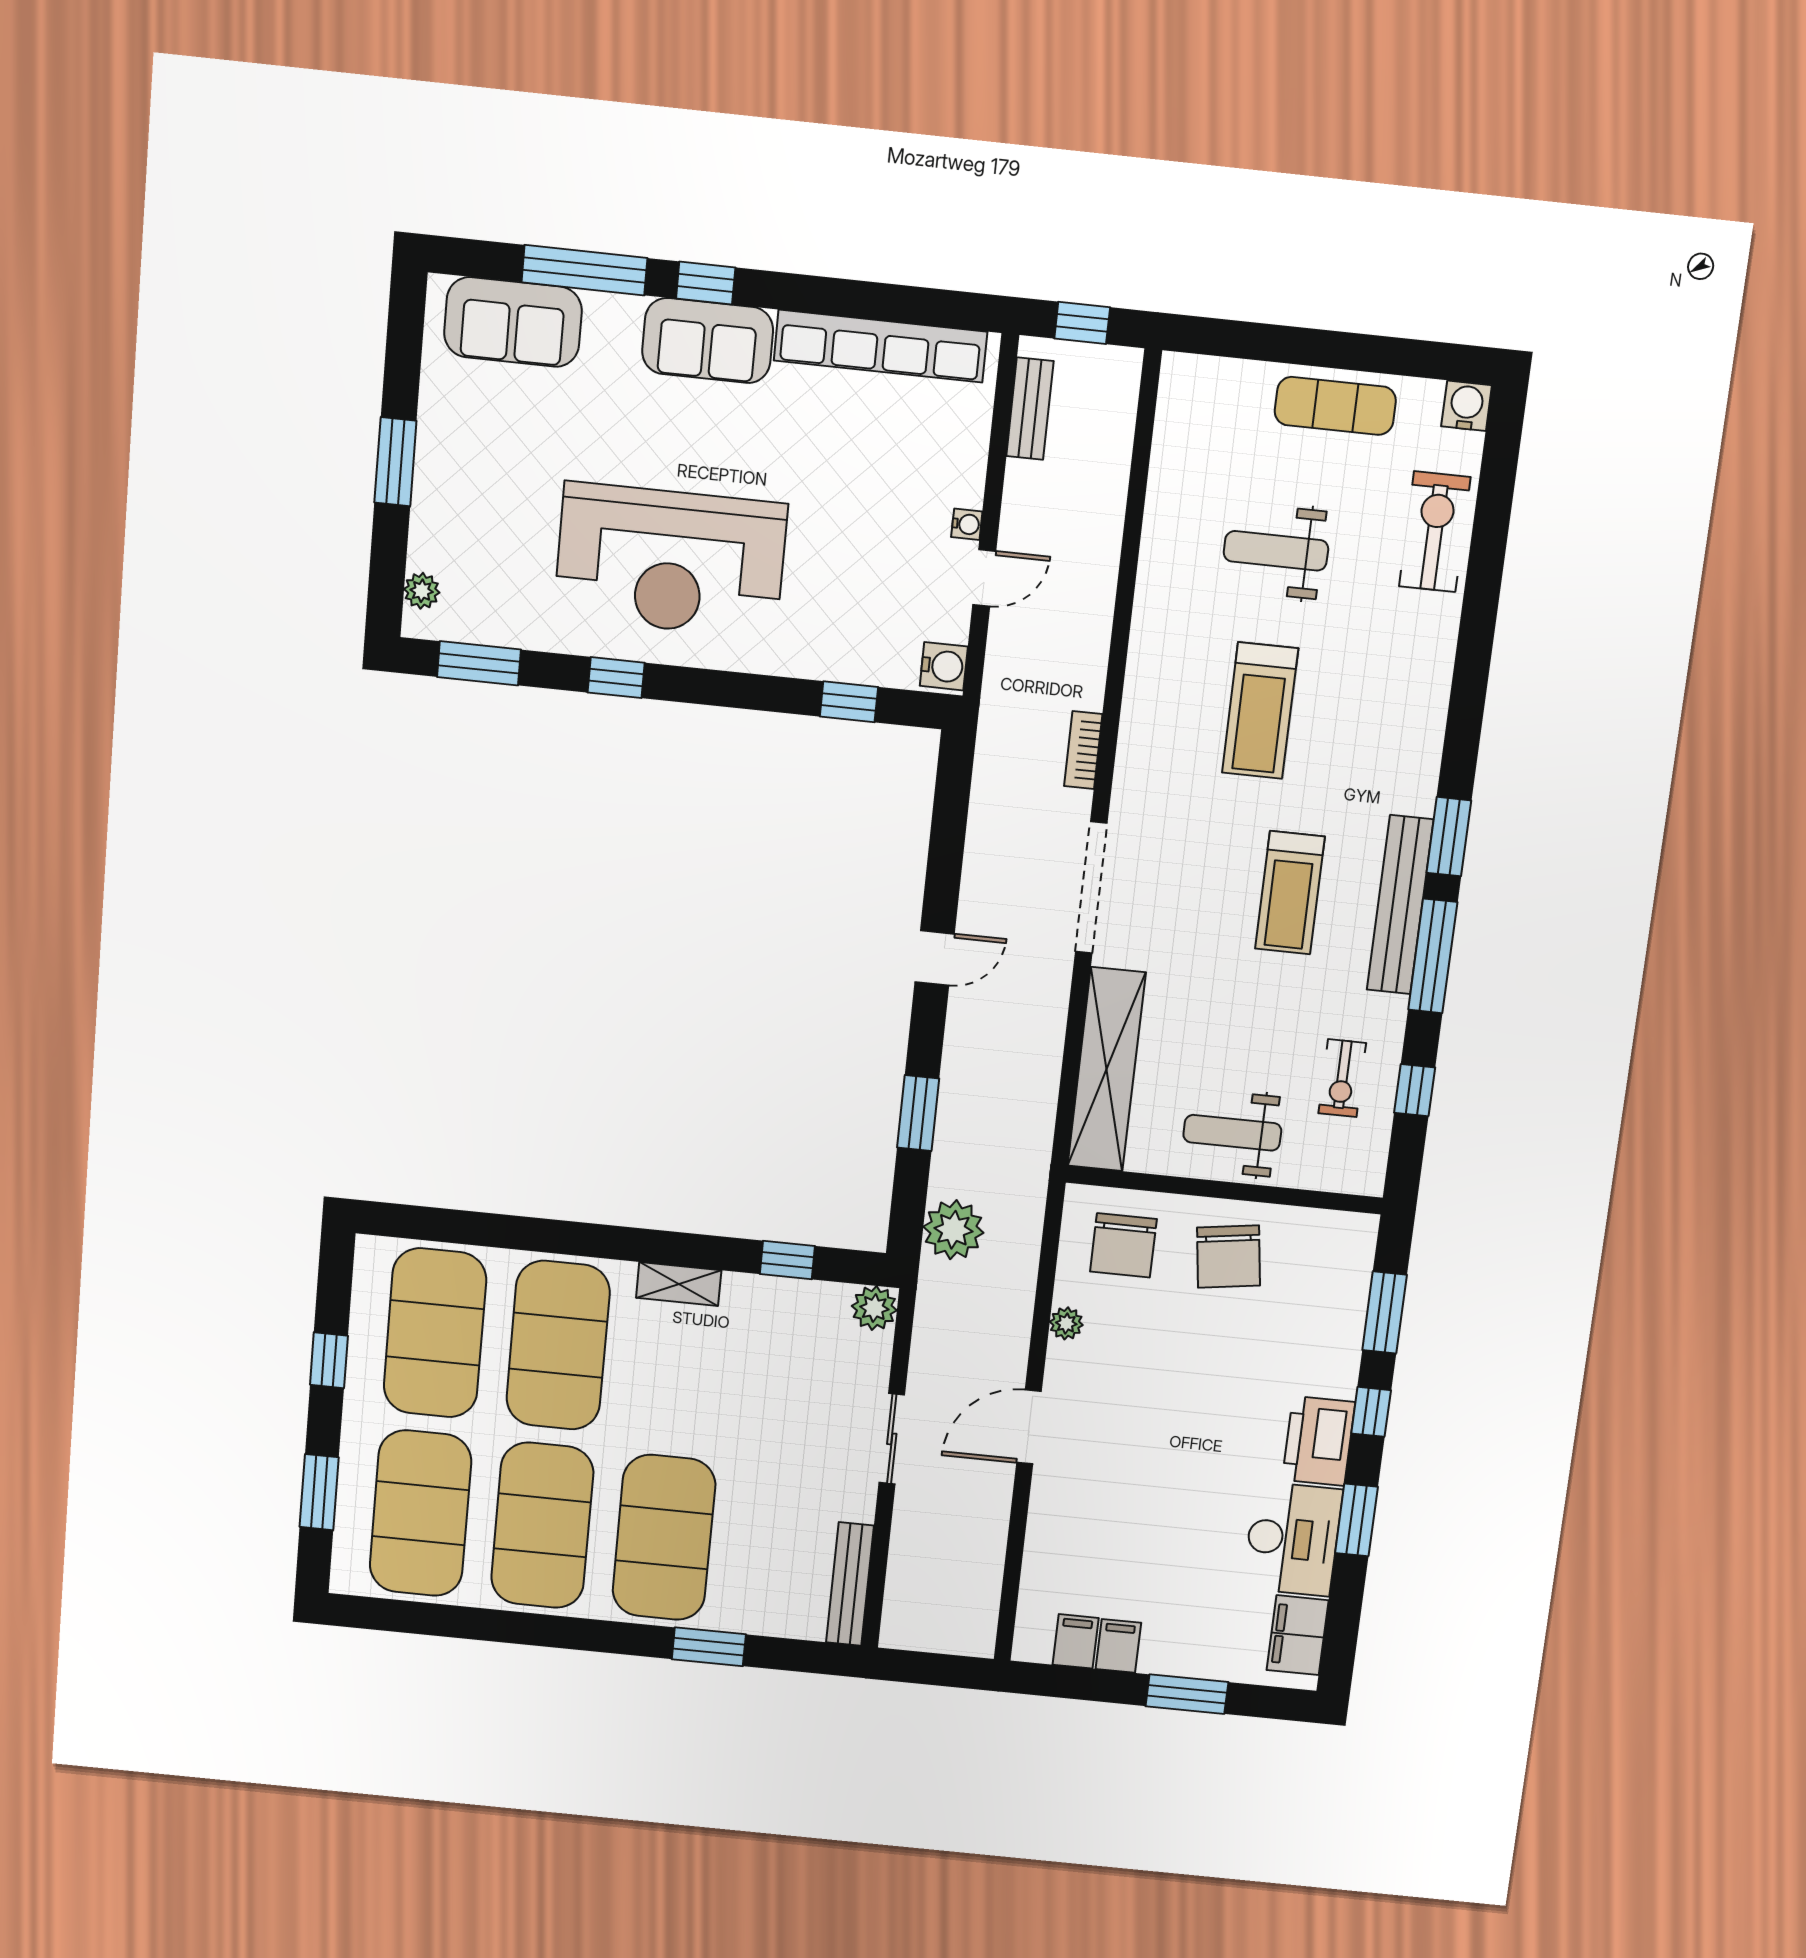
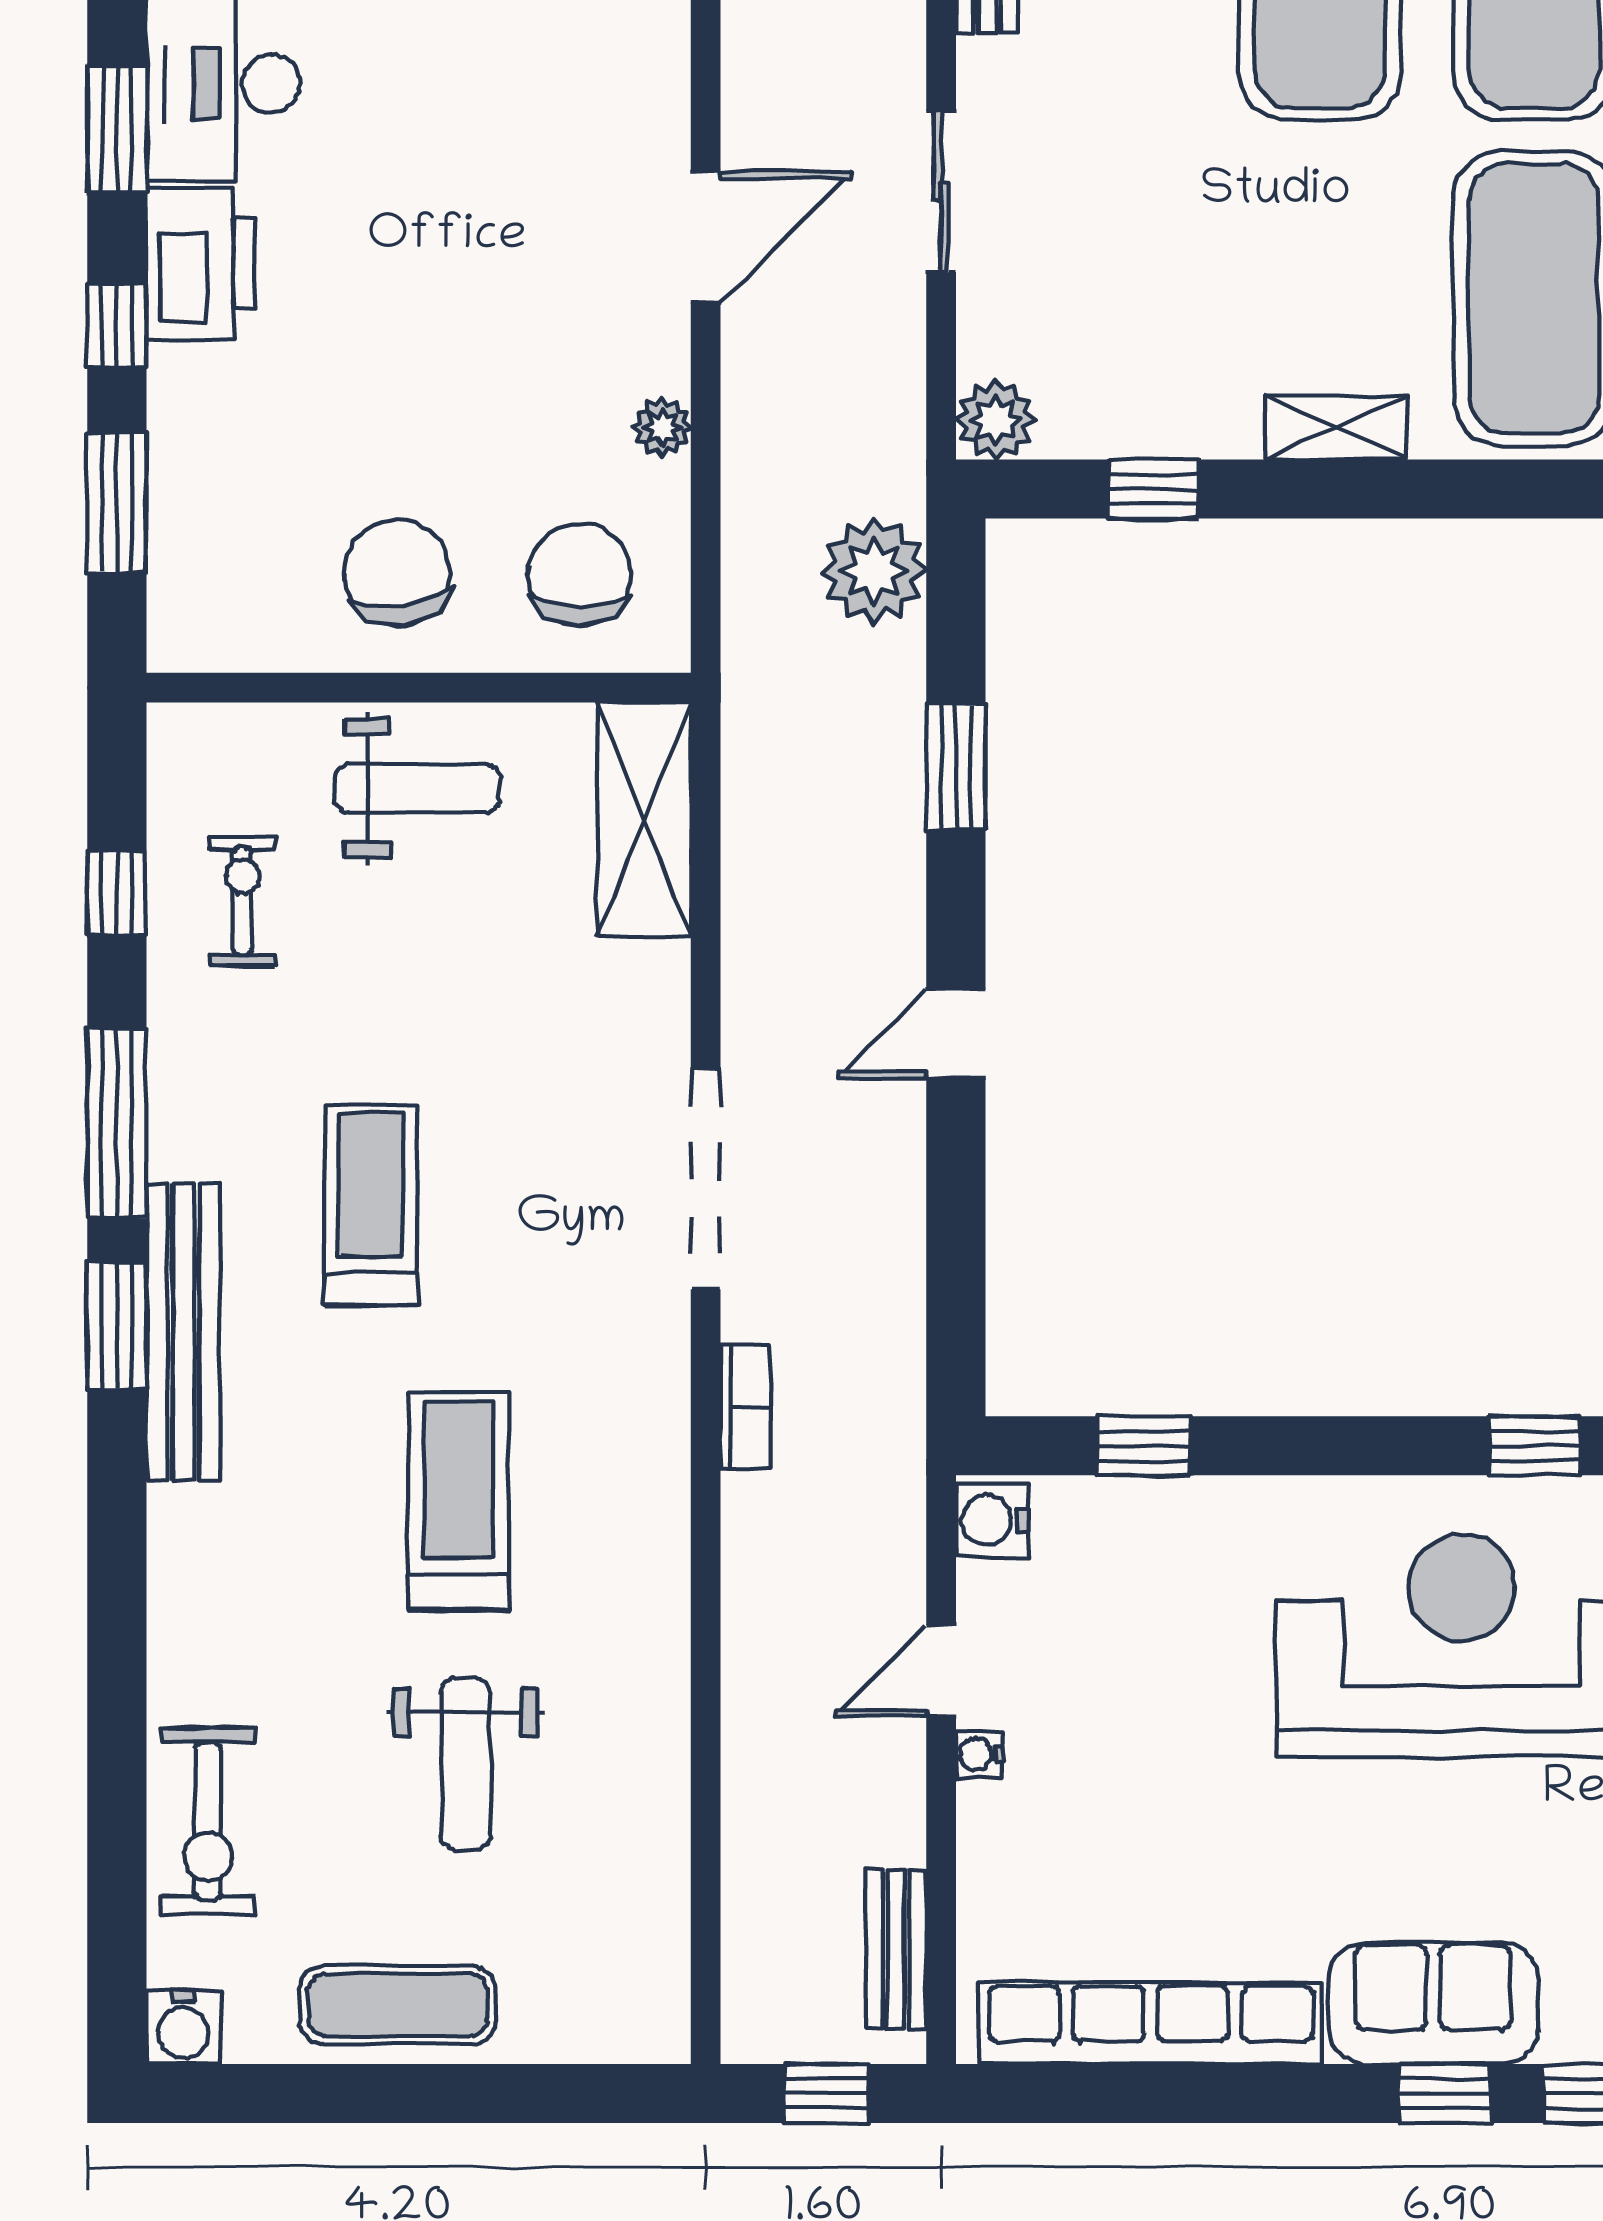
weight bench: (1276, 551) -> (465, 1764), turned 90
bench: (1400, 905) -> (183, 1332), moved
shelving: (1107, 1069) -> (644, 820), width x0.68

